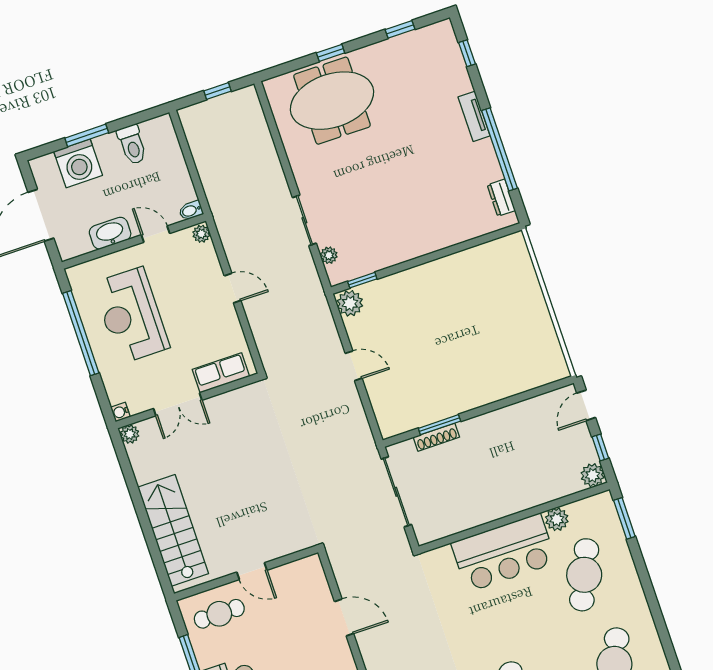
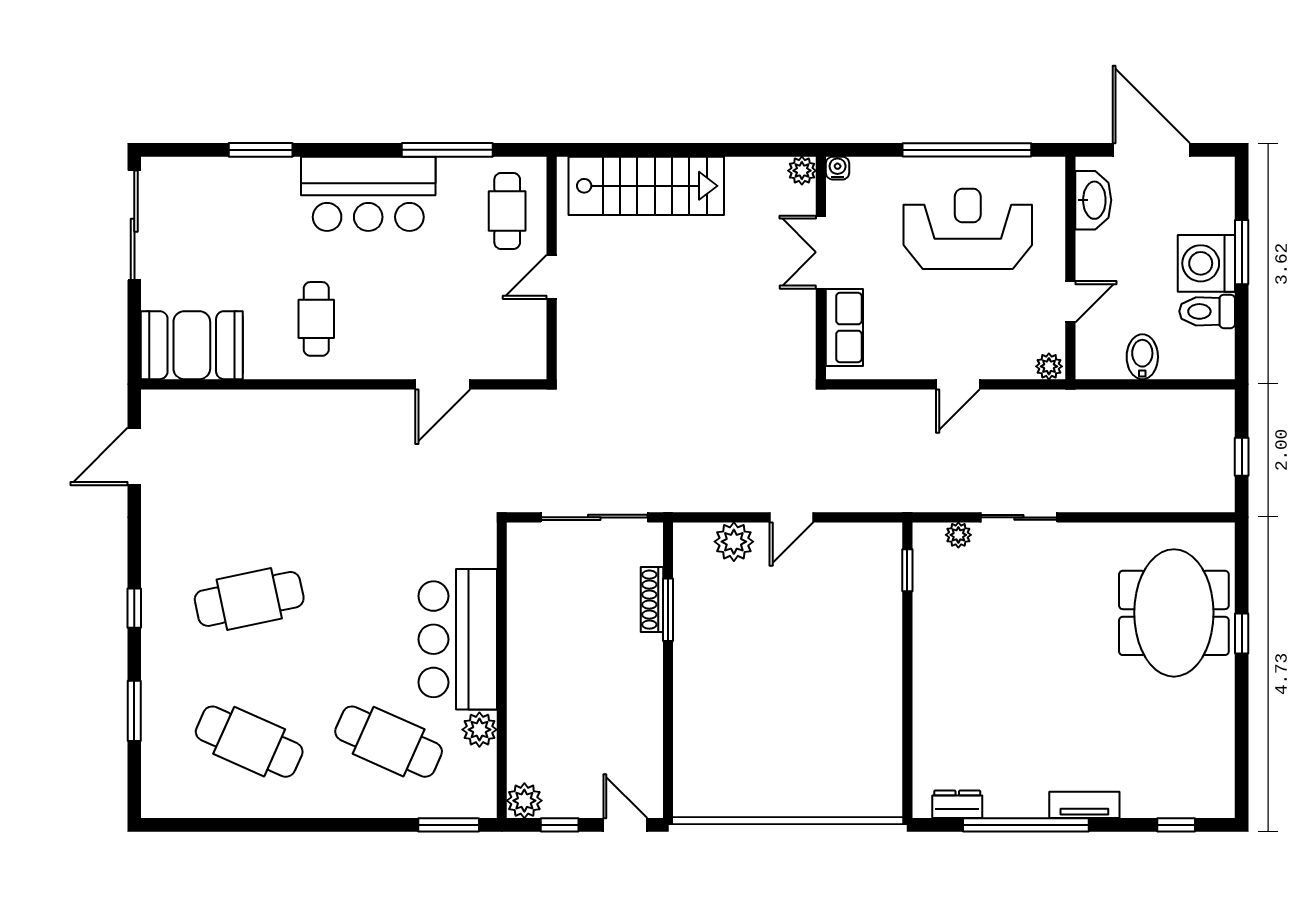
window: (400, 29) -> (1242, 742), removed
washing machine: (78, 163) -> (1206, 263), moved
bidet: (191, 211) -> (1142, 357), moved, width x1.38, depth x1.36
washbasin: (110, 233) -> (1093, 200), moved
plant: (350, 303) -> (734, 542), moved

